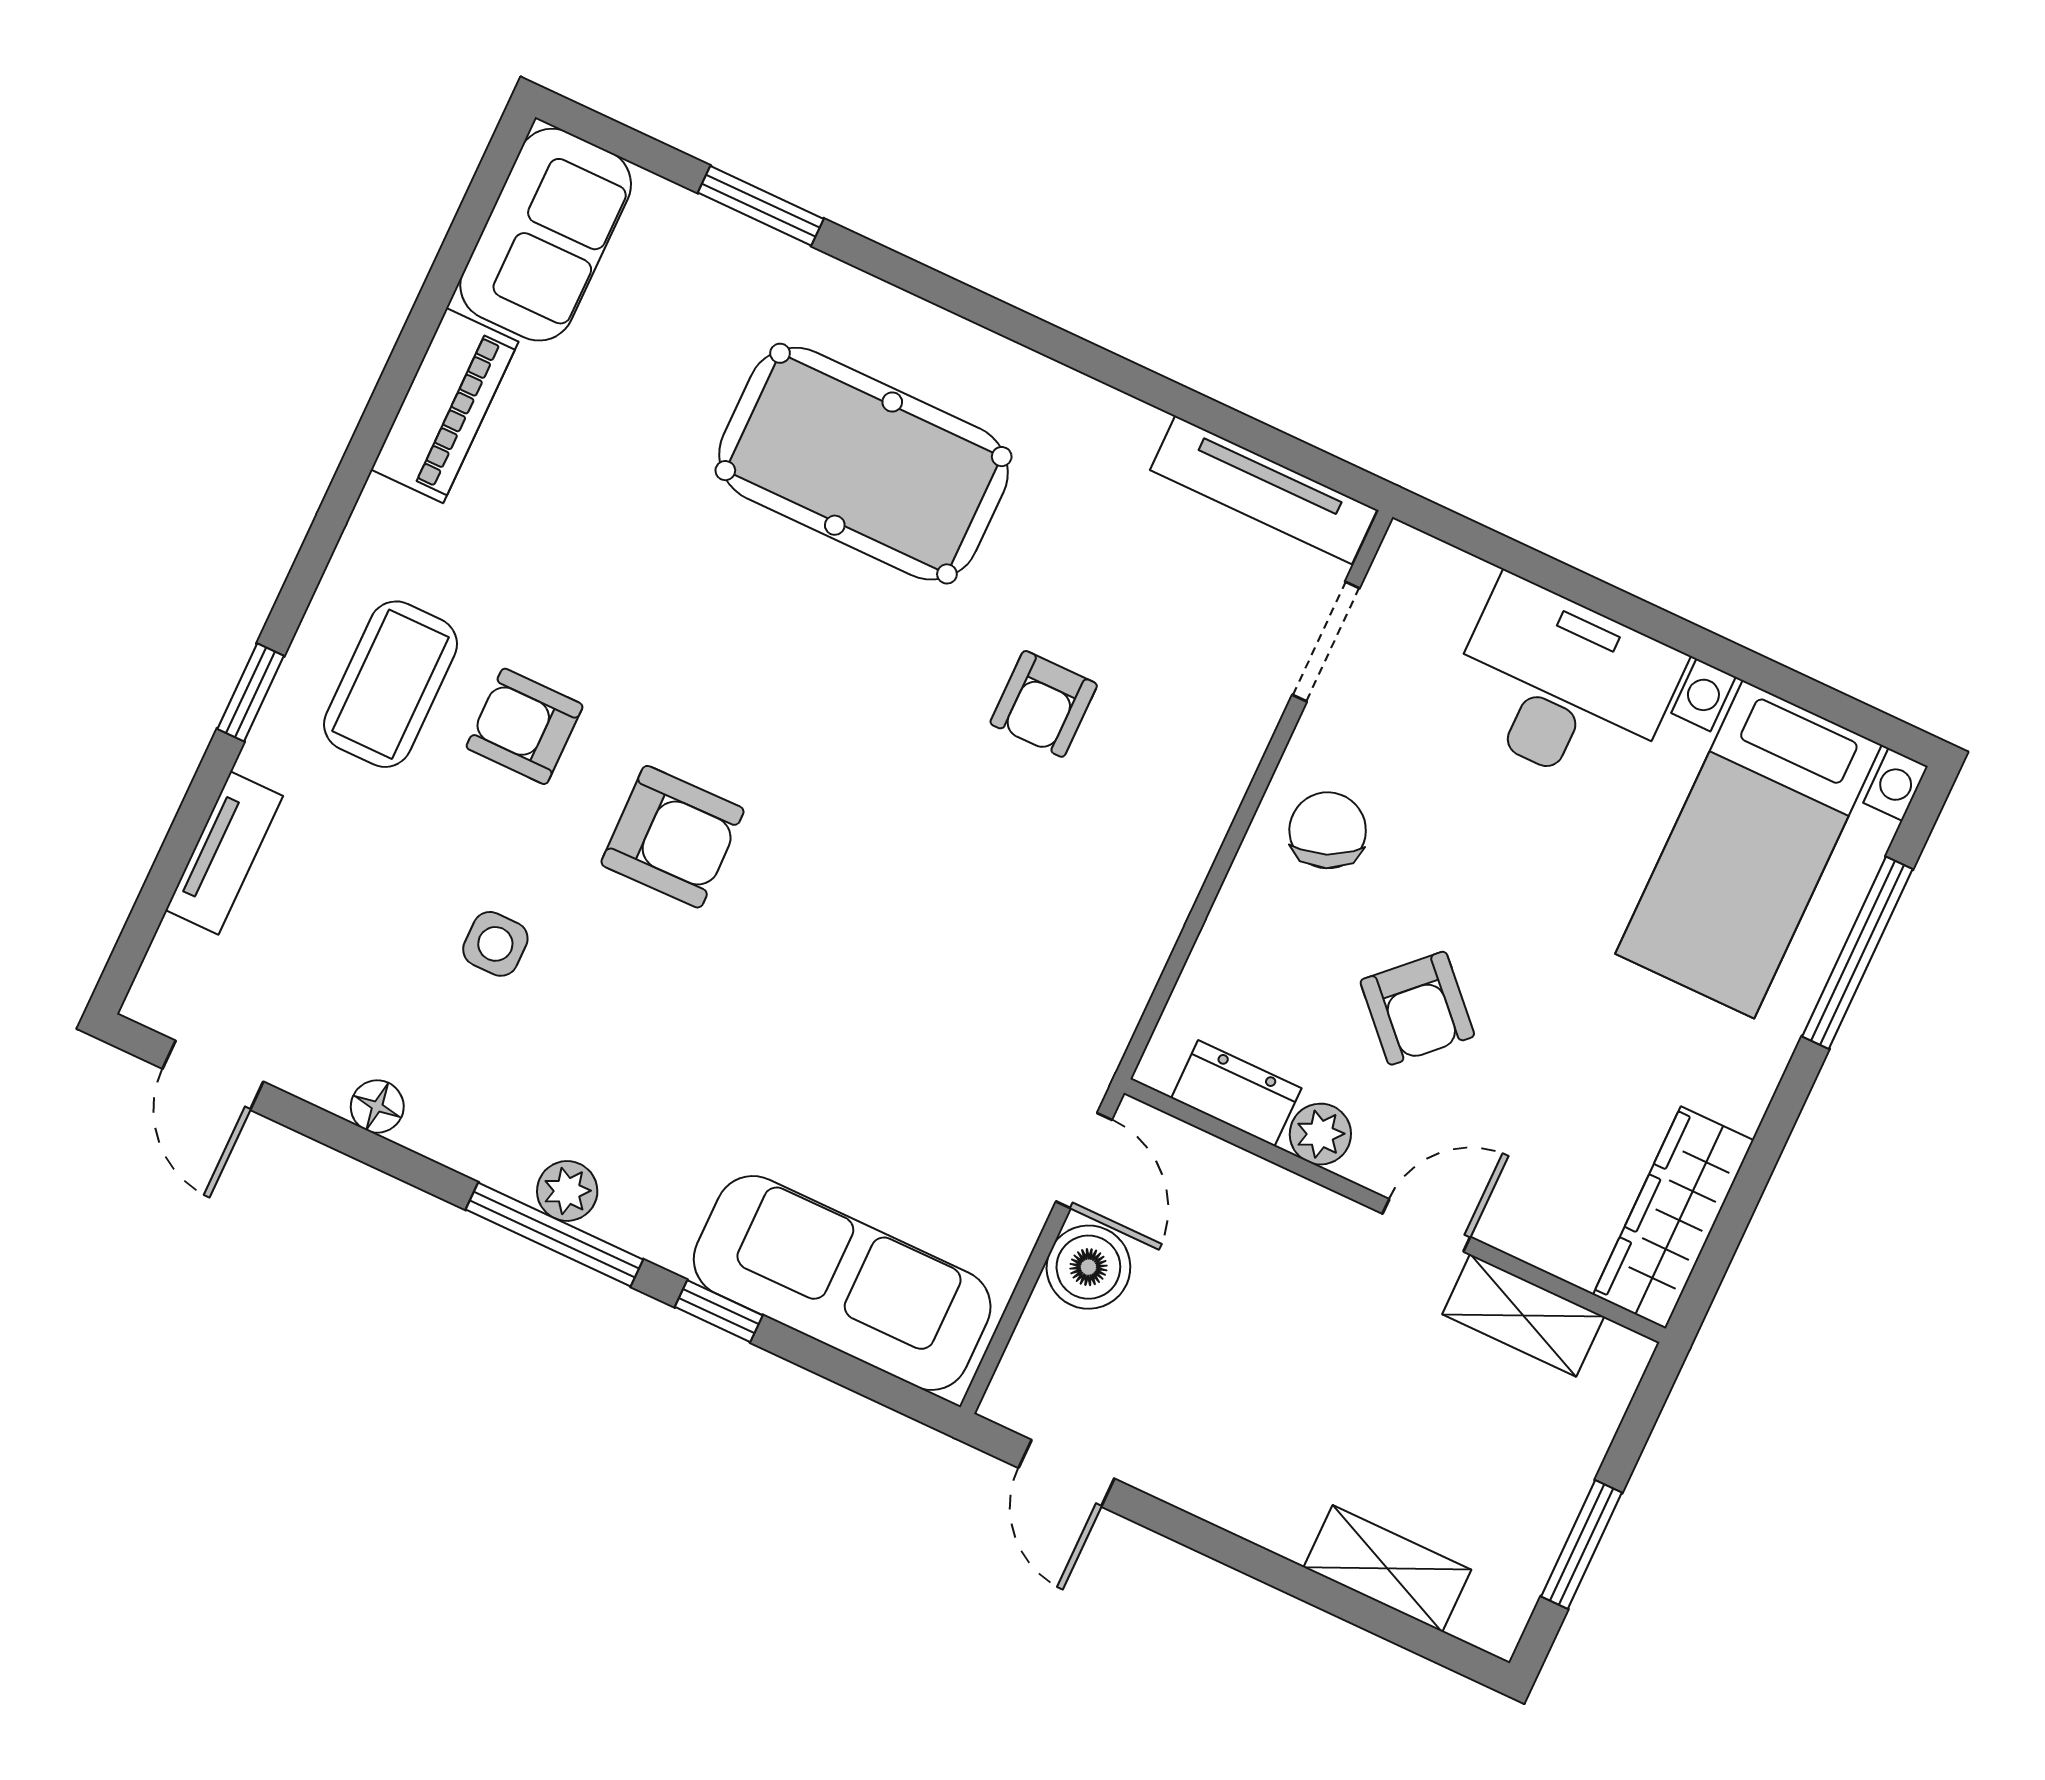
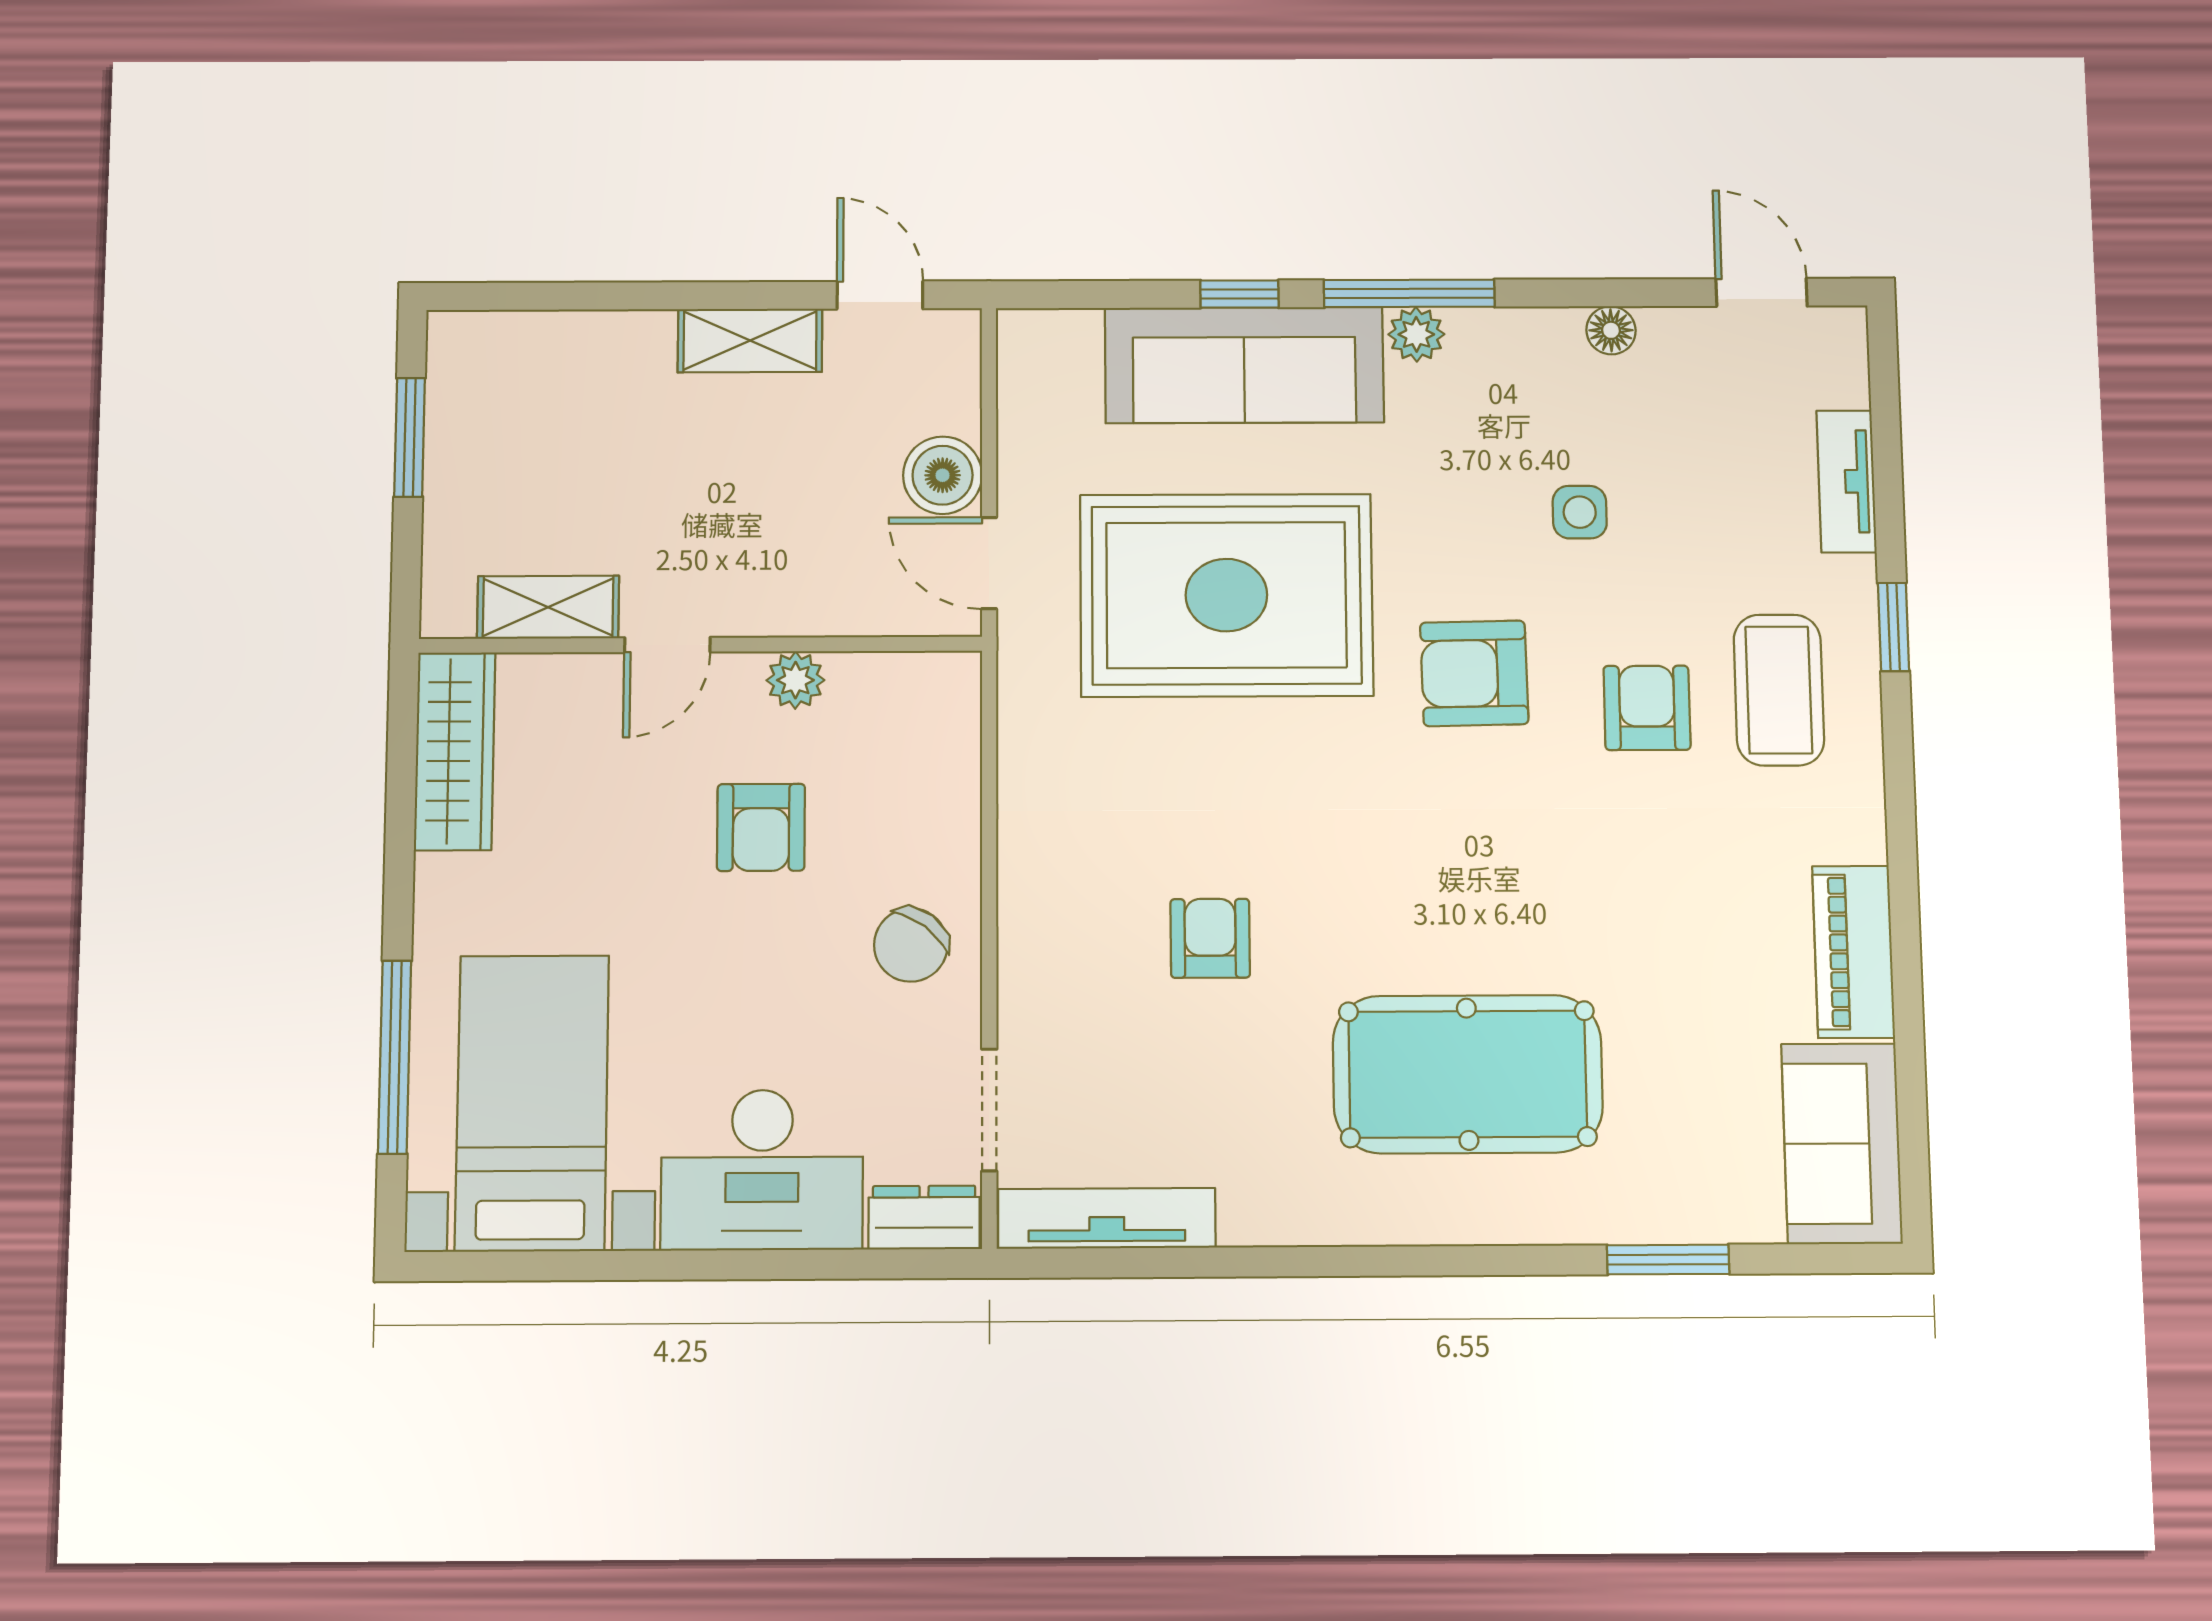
armchair: (525, 726) -> (1647, 708), turned -90
chair: (1328, 830) -> (911, 945), turned 60
armchair: (1417, 1008) -> (761, 827), turned -136
rug: (872, 1023) -> (1226, 595), added
dresser: (1236, 1093) -> (924, 1217), moved, turned 180
sofa: (842, 1283) -> (1244, 365), moved
shelving: (1387, 1569) -> (750, 341), moved

